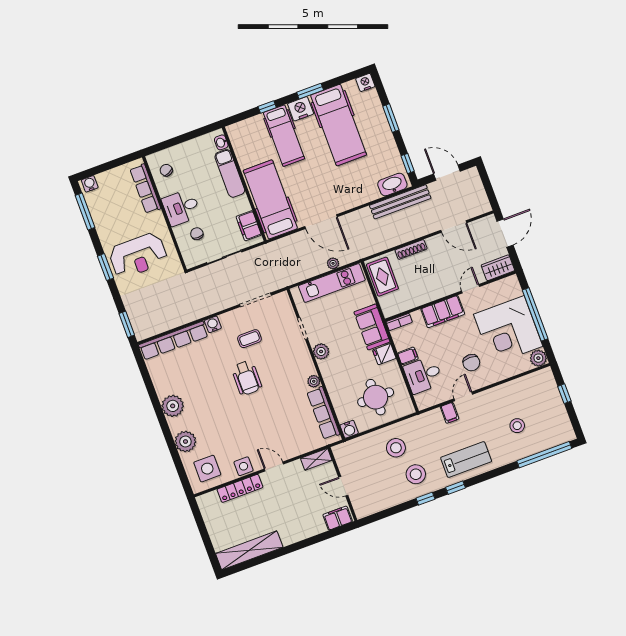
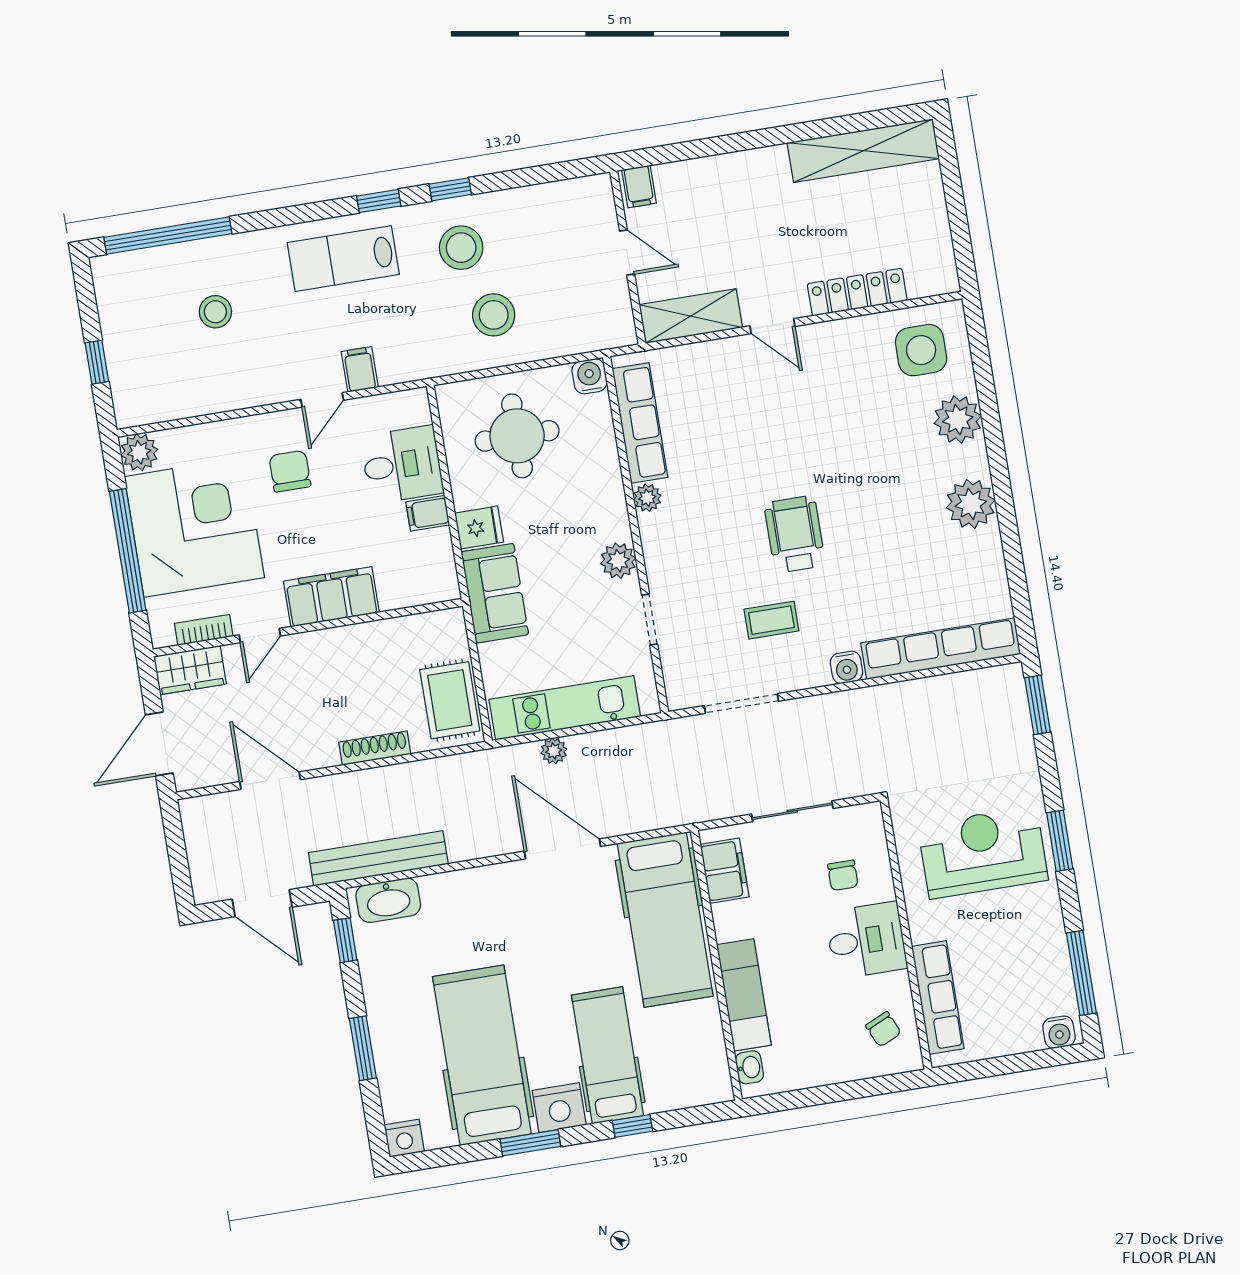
bookcase: (399, 322) -> (204, 630), moved
shelving: (316, 459) -> (691, 316), width x1.50, depth x1.33
side table: (244, 466) -> (840, 340), removed
filing cabinet: (338, 518) -> (639, 187), width x0.50

